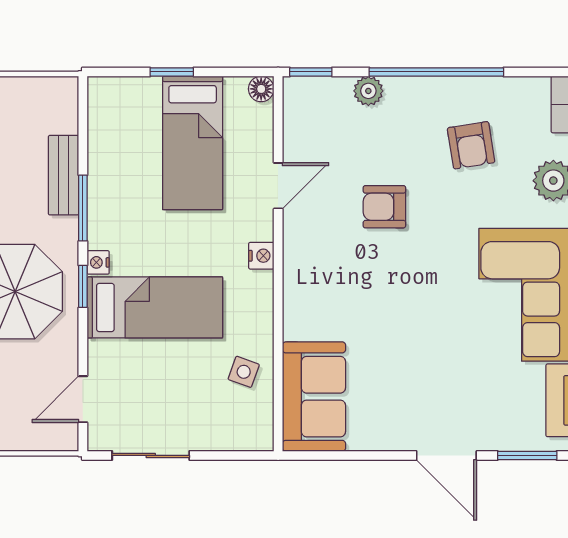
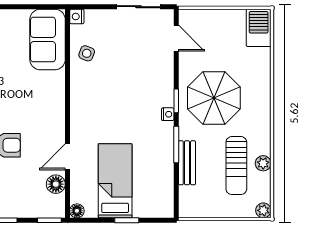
plant: (368, 91) -> (17, 210), removed
floor lamp: (299, 137) -> (56, 184), added
nightstand: (261, 256) -> (77, 16), moved
bed: (155, 307) -> (136, 89), removed
door: (83, 399) -> (176, 38), hinge flipped

